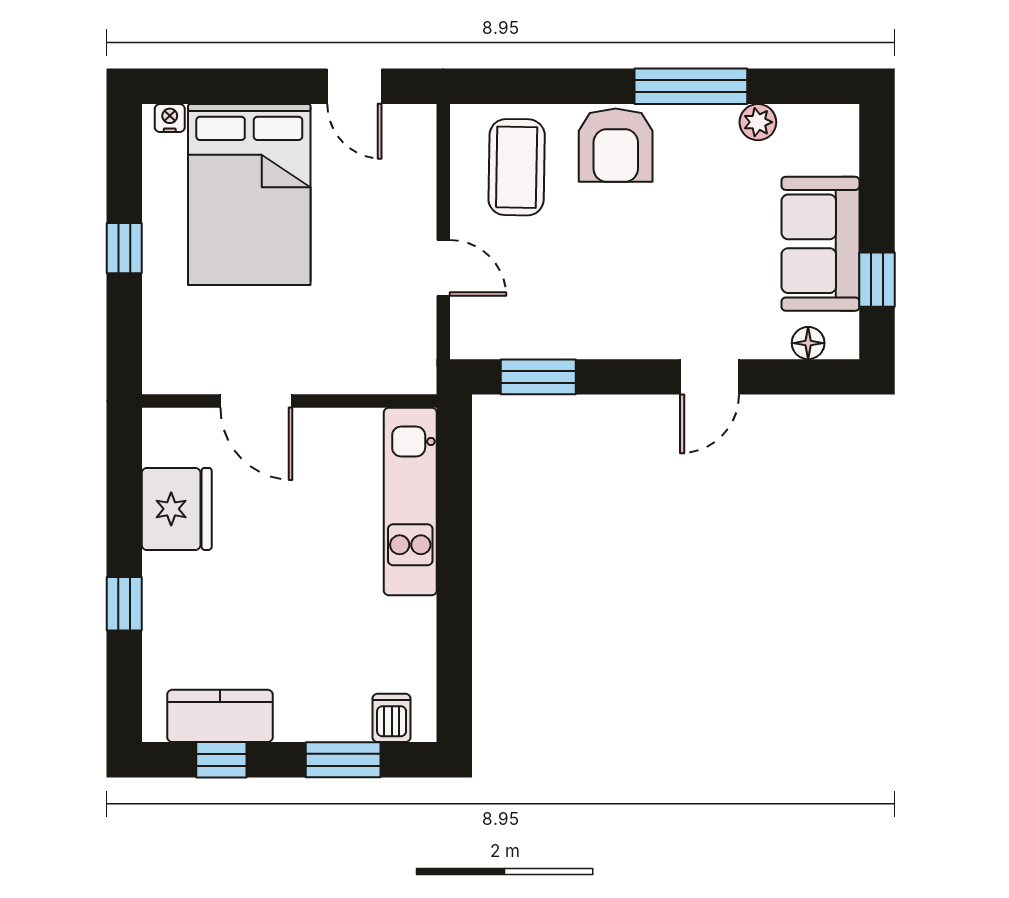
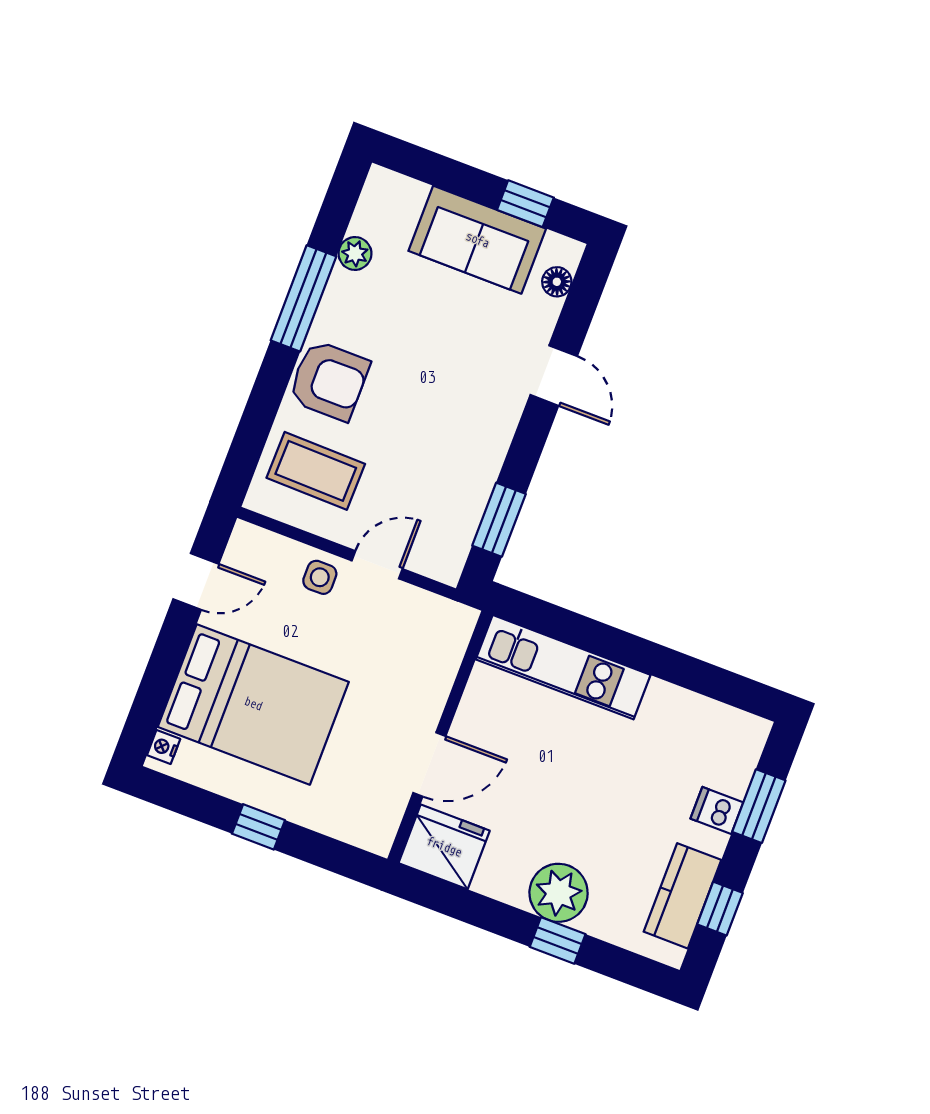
side table: (408, 213) -> (320, 577), added
fridge: (177, 509) -> (444, 847), moved
plant: (174, 586) -> (559, 893), added
dishwasher: (392, 718) -> (717, 810), moved

